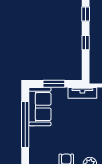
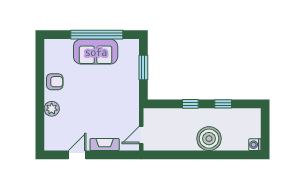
tv unit: (82, 93) -> (133, 100), removed
sofa: (40, 107) -> (96, 52), moved

